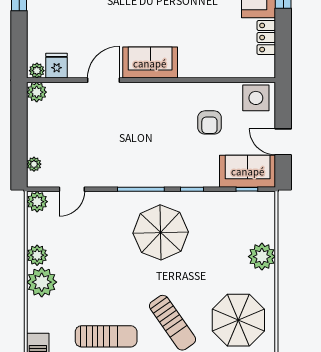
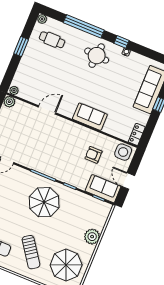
locker: (266, 38) -> (137, 134), moved
sofa: (150, 63) -> (90, 117), moved
fridge: (57, 66) -> (25, 92), removed
armchair: (209, 122) -> (93, 155), turned 90

